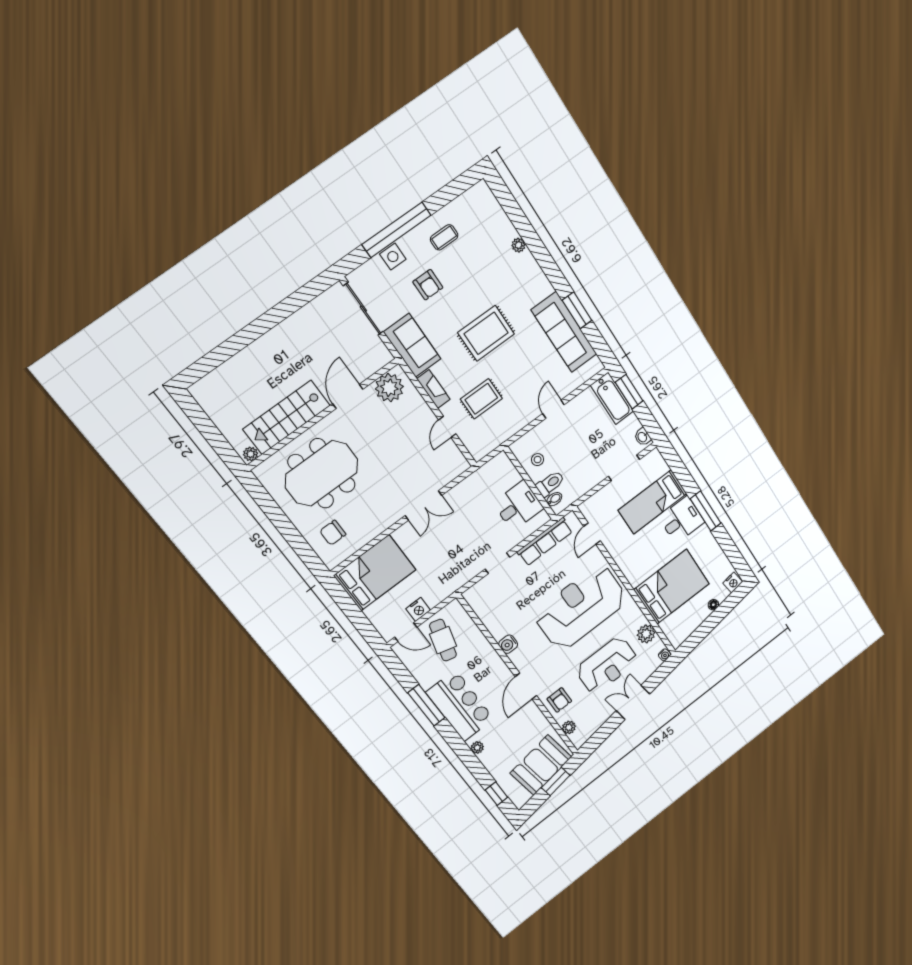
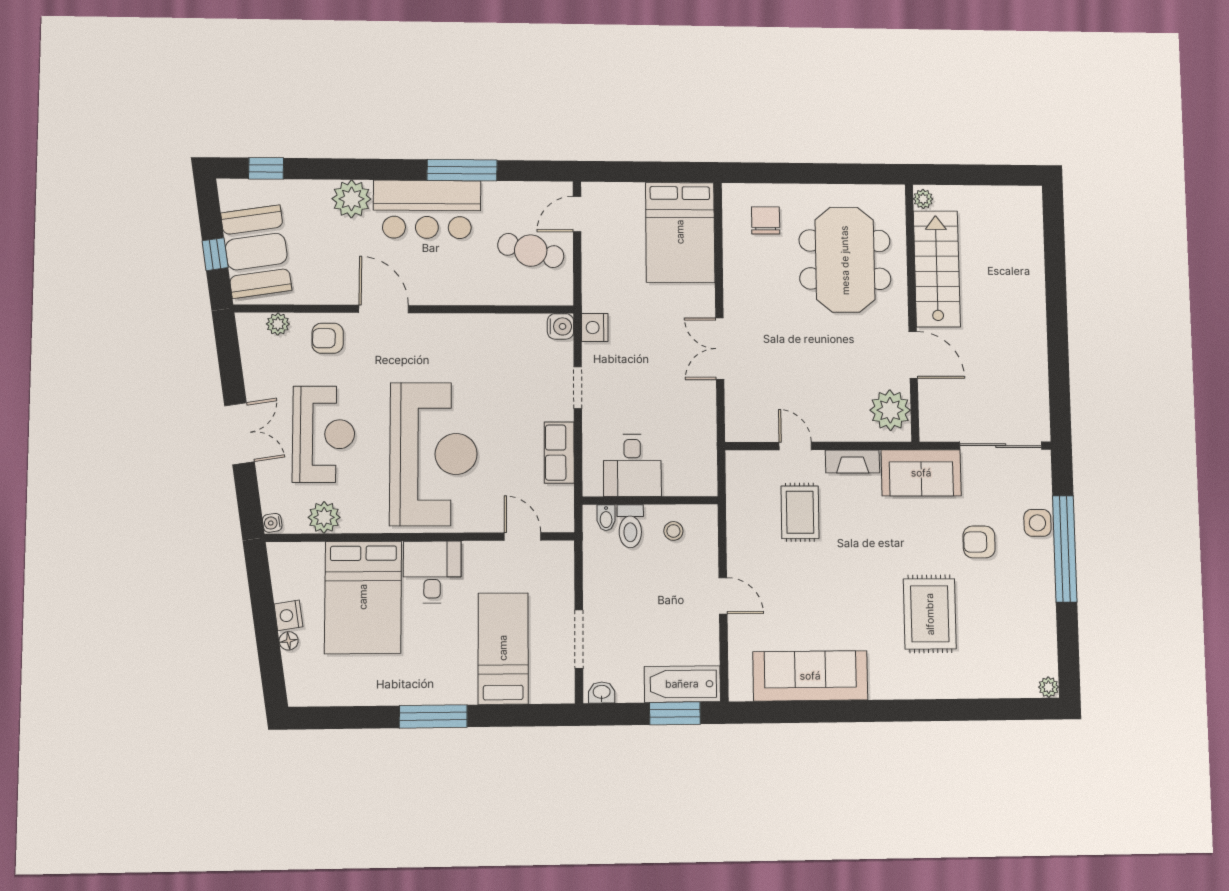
coffee table: (444, 237) -> (1021, 601), removed
plant: (519, 245) -> (1049, 687), moved
window: (577, 310) -> (826, 711), removed
rug: (486, 333) -> (930, 614), moved
desk: (682, 520) -> (432, 572), moved, turned 180
row of seats: (545, 542) -> (559, 453), width x0.68
nightstand: (733, 582) -> (288, 615), moved
nightstand: (418, 609) -> (595, 328), moved
water cooler: (508, 644) -> (560, 326), moved, turned 90
reception desk: (607, 665) -> (324, 434), turned 180
plant: (477, 748) -> (351, 199), width x1.88, depth x1.88
window: (556, 782) -> (215, 254), width x0.67

